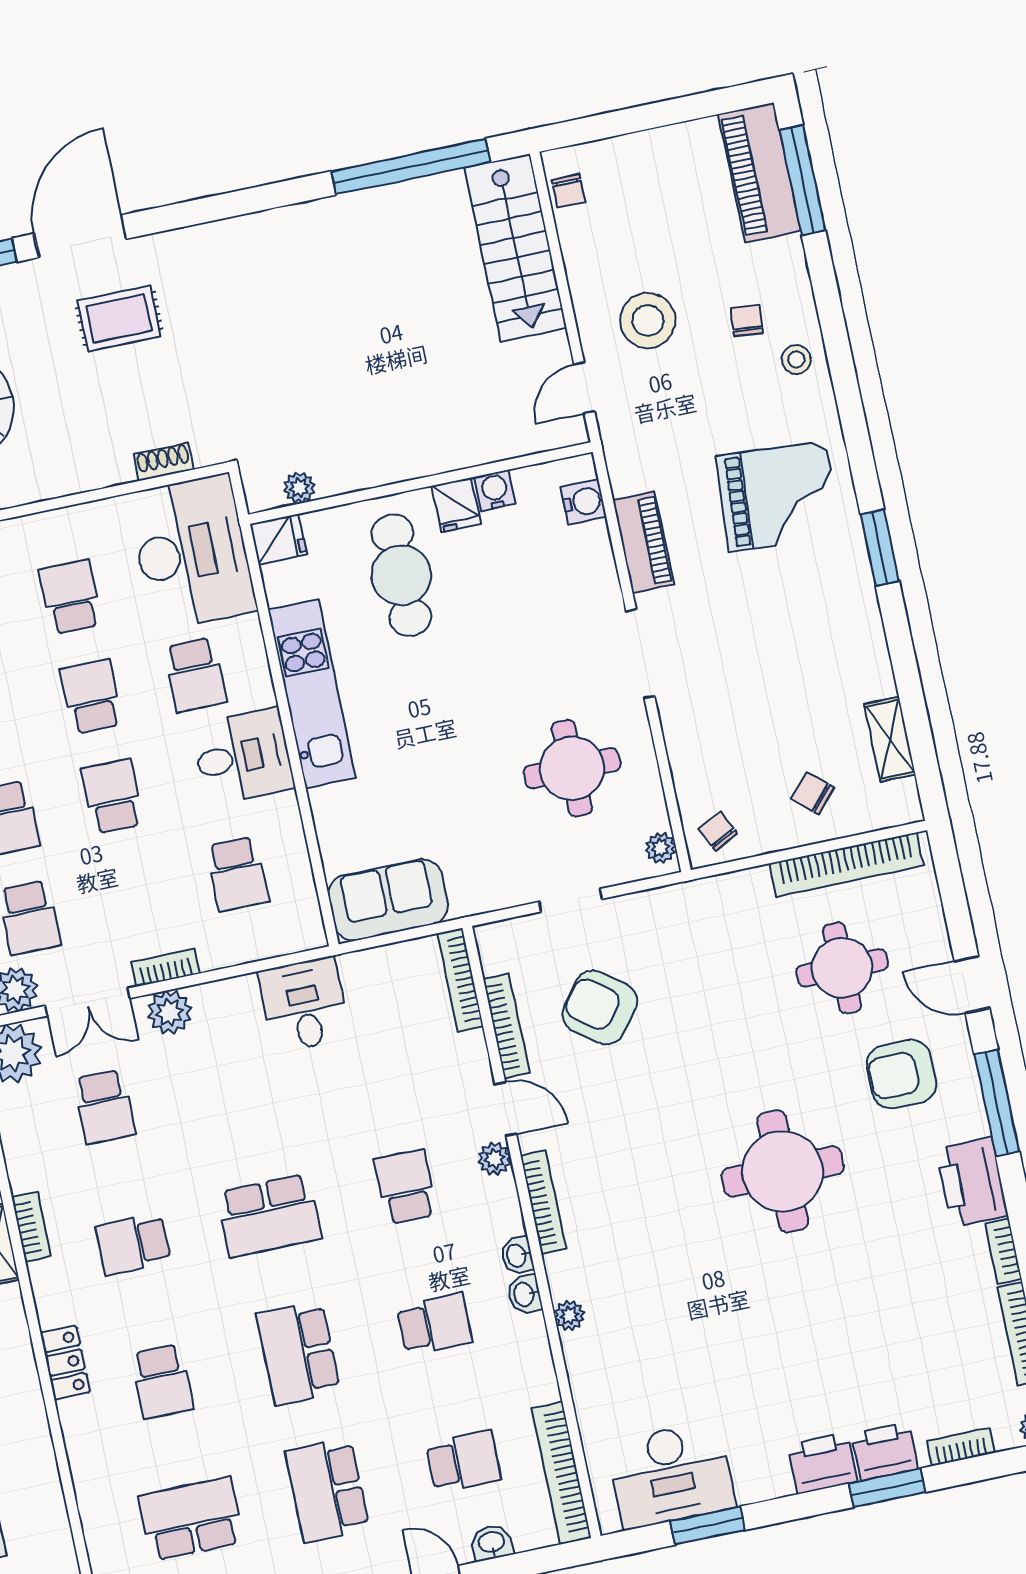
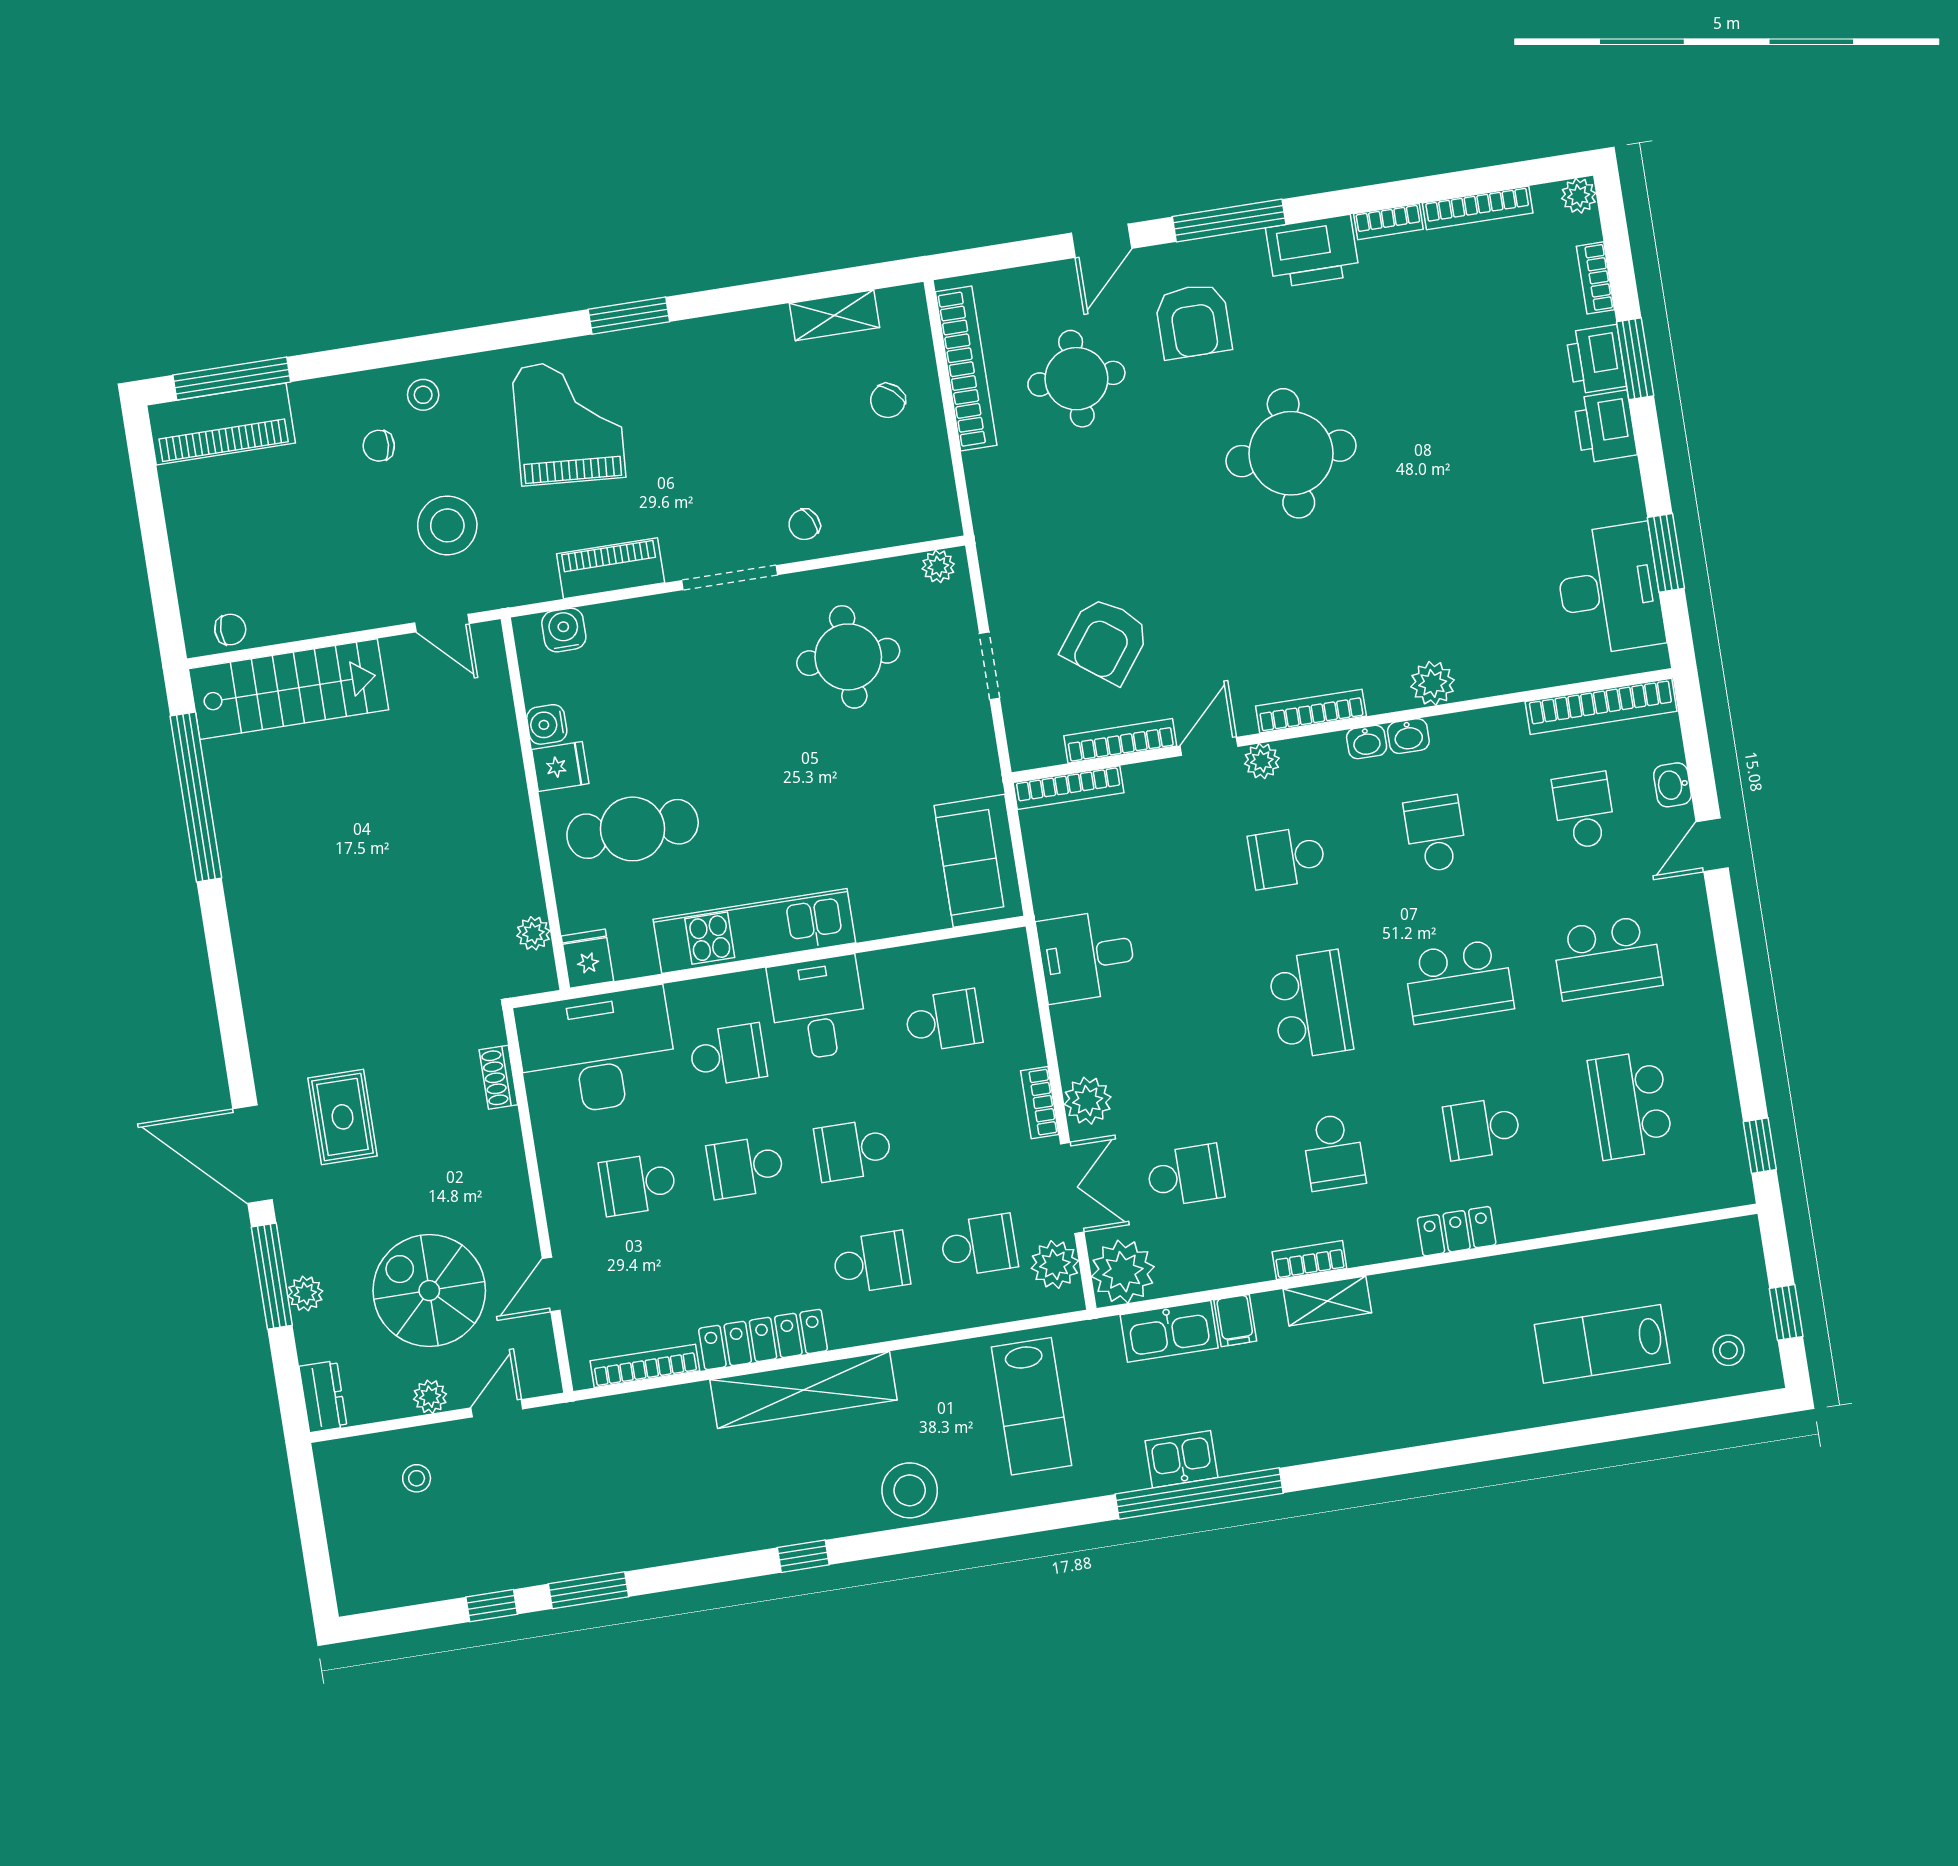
stool: (648, 320) -> (447, 525), moved
chair: (718, 831) -> (804, 525), moved
plant: (569, 1315) -> (1433, 683), width x1.38, depth x1.38
school desk: (162, 1382) -> (1482, 1129), turned 180

